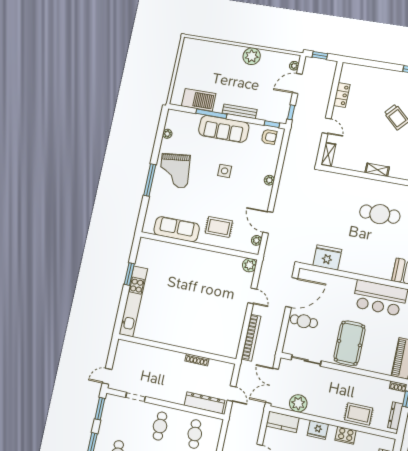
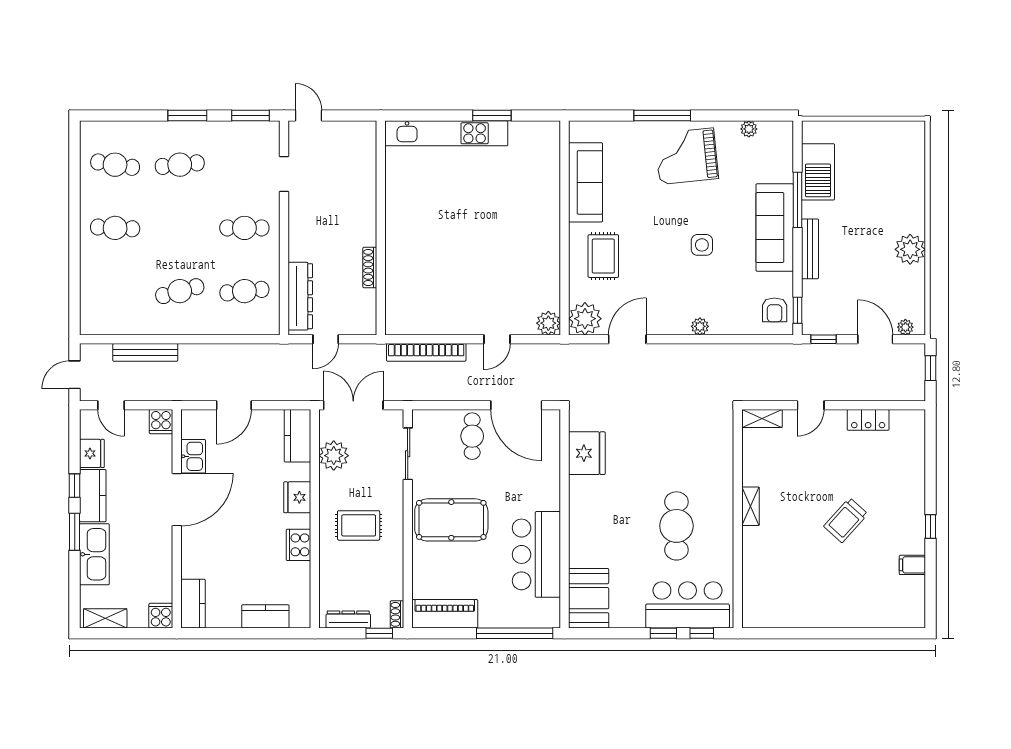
plant: (256, 240) -> (585, 319), width x1.87, depth x1.87
rug: (359, 414) -> (359, 525), moved, turned 90

